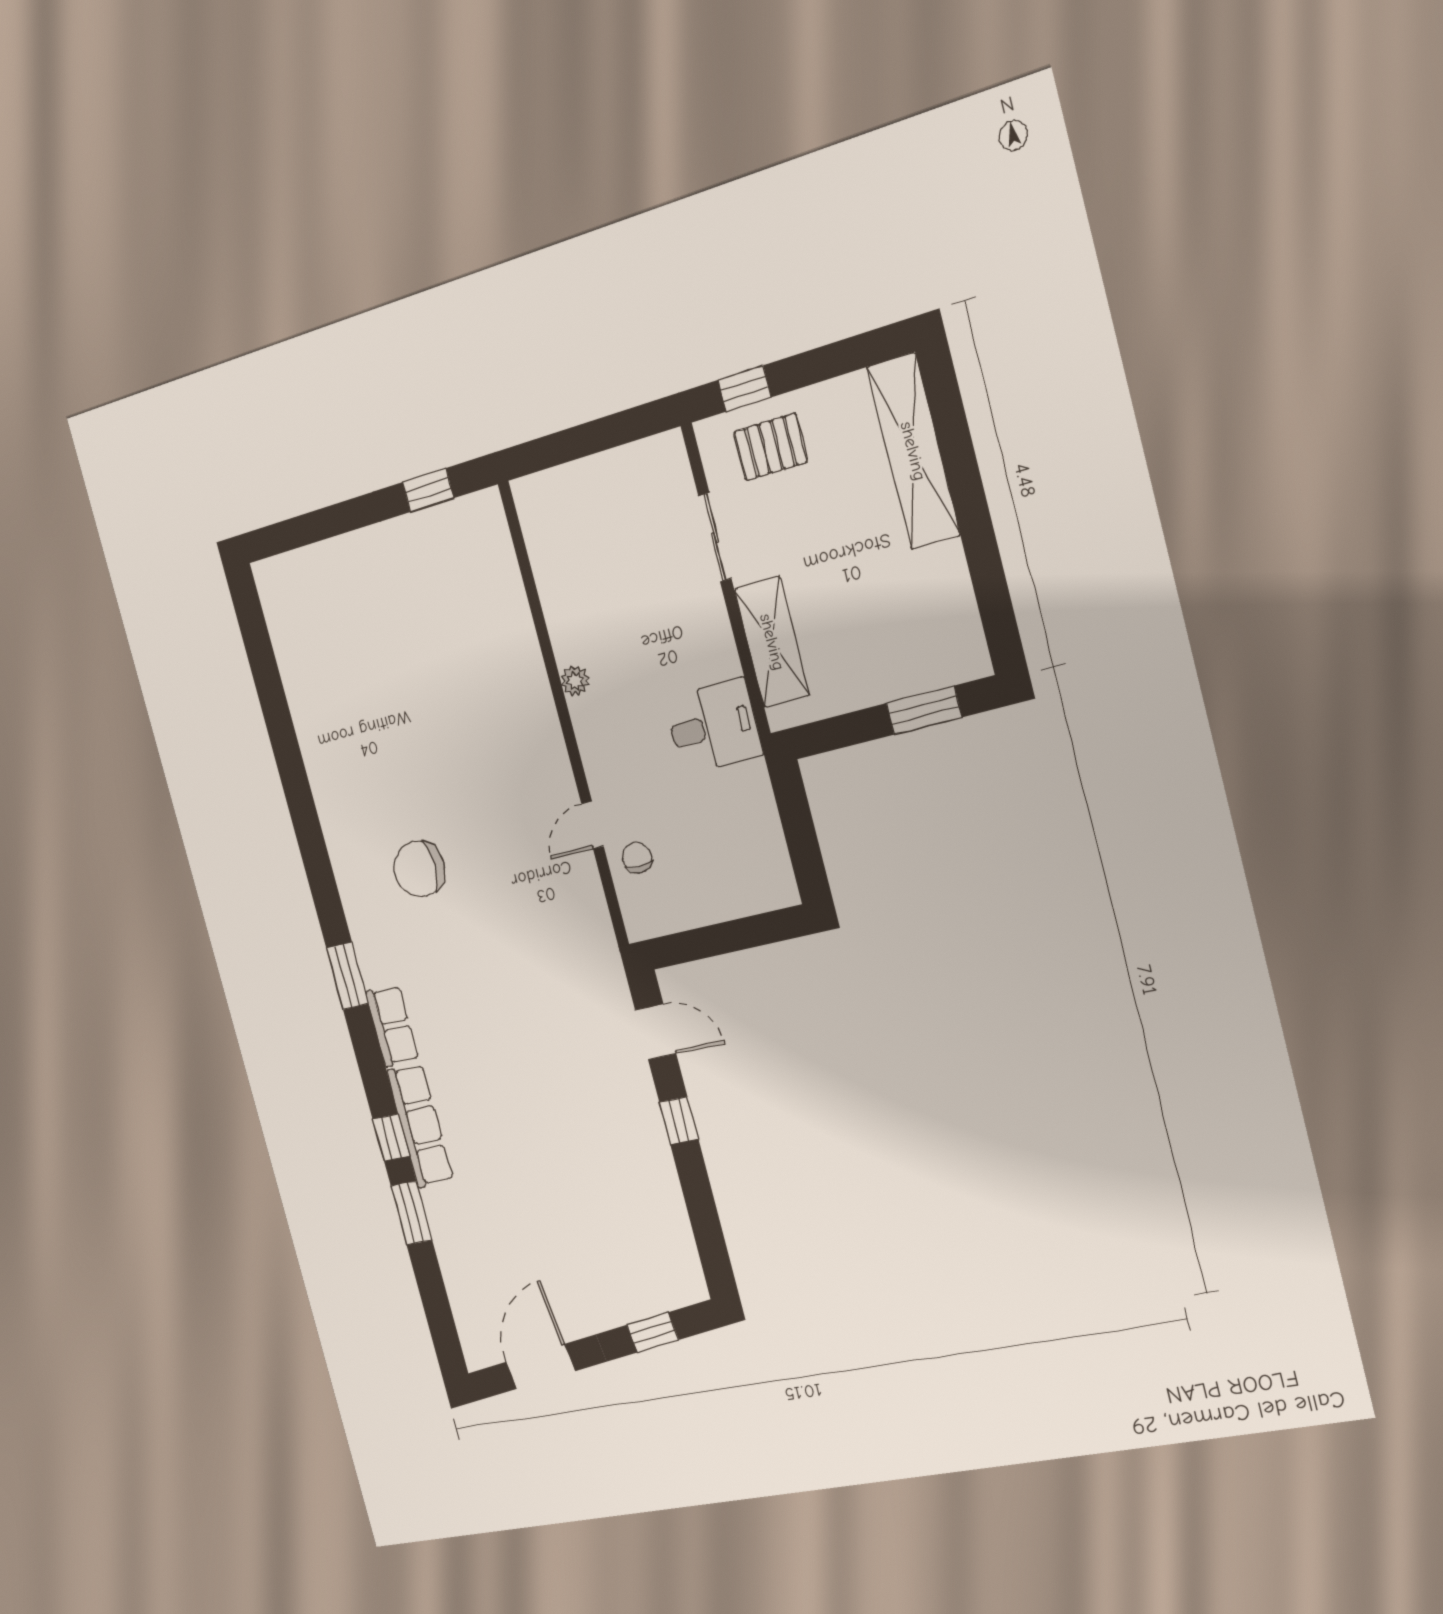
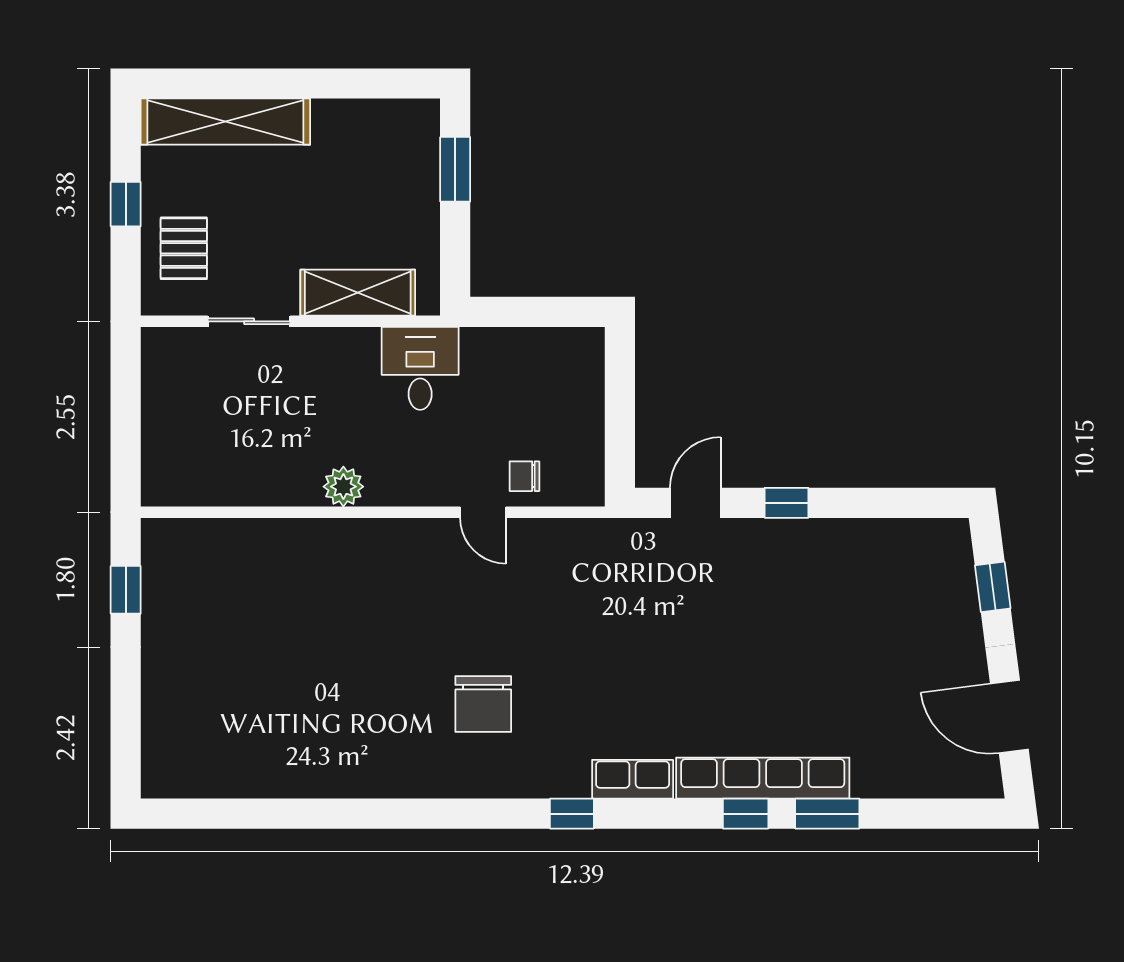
window: (745, 389) -> (126, 204), moved
plant: (575, 681) -> (343, 487), width x1.38, depth x1.38
window: (347, 976) -> (572, 814), width x0.67
row of seats: (420, 1126) -> (763, 778), width x1.36

